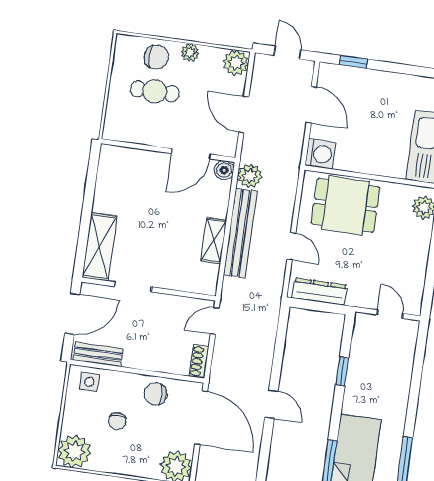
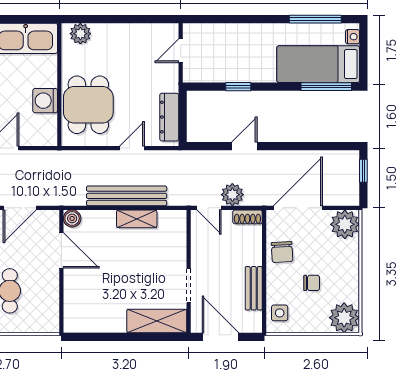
washing machine: (320, 154) -> (45, 101), moved, turned -90
plant: (250, 176) -> (232, 195), moved
bench: (98, 354) -> (254, 288), moved
door: (271, 404) -> (244, 146), moved

